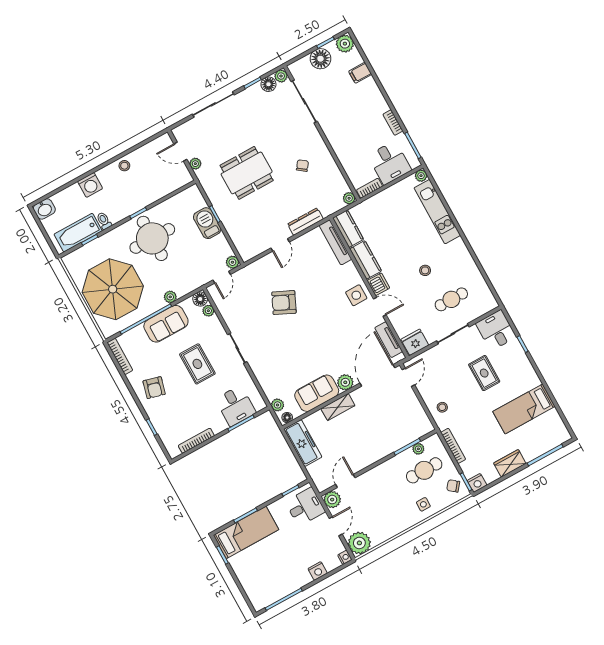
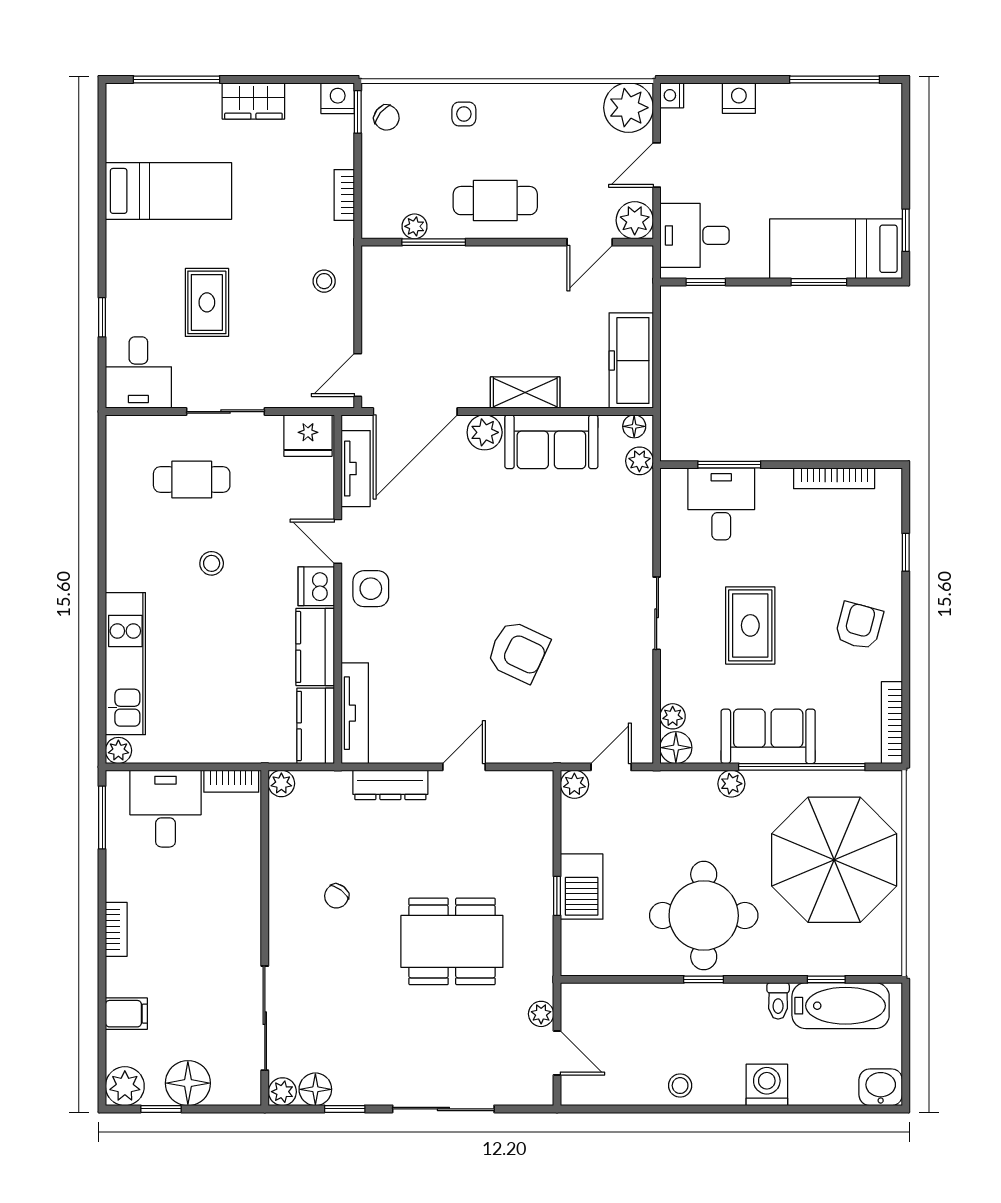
bookcase: (393, 123) -> (116, 929), moved
bookcase: (453, 446) -> (344, 195), width x0.64
cafe table: (424, 470) -> (495, 201), moved

